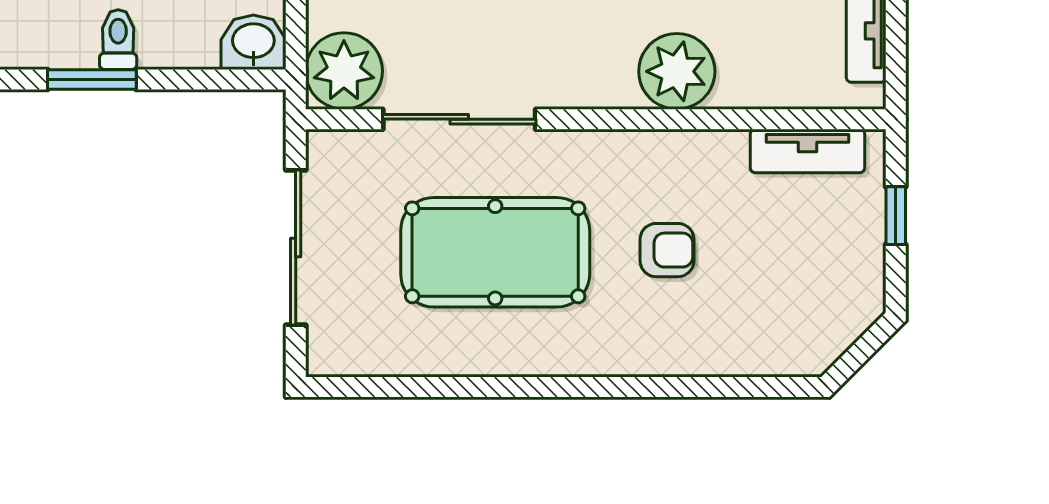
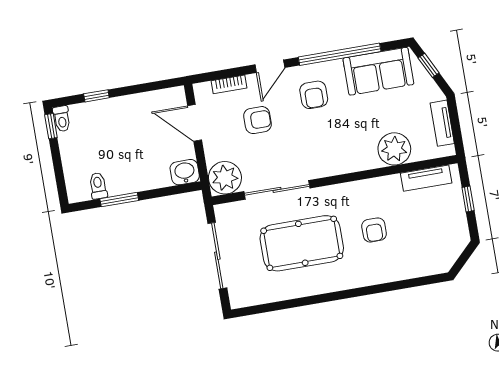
toilet: (118, 40) -> (98, 186), moved
plant: (677, 71) -> (394, 149), moved
armchair: (667, 250) -> (374, 230), turned 90

